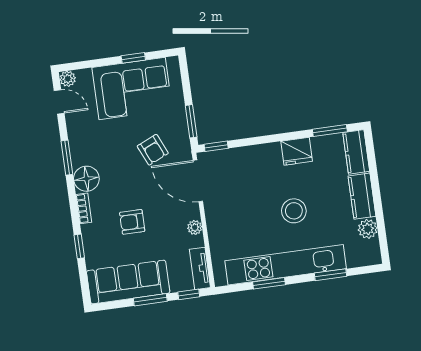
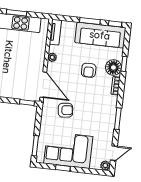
door: (59, 102) -> (114, 153), swing flipped
window: (191, 121) -> (35, 146), moved
armchair: (153, 150) -> (65, 110), turned 108
floor lamp: (86, 179) -> (113, 67), moved
armchair: (132, 222) -> (89, 70), turned 90
window: (189, 294) -> (115, 24), moved

